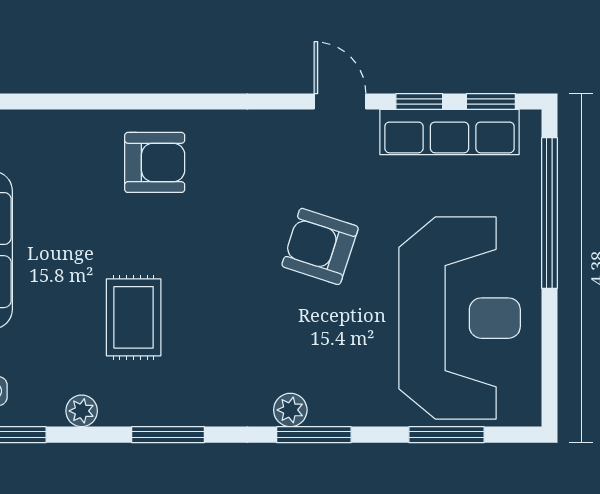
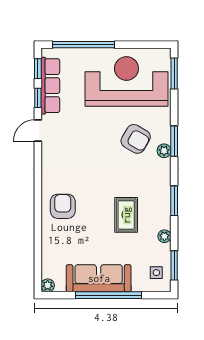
armchair: (320, 246) -> (136, 139), moved, turned -78
rug: (134, 317) -> (126, 215), turned 90
window: (446, 435) -> (174, 73), moved

